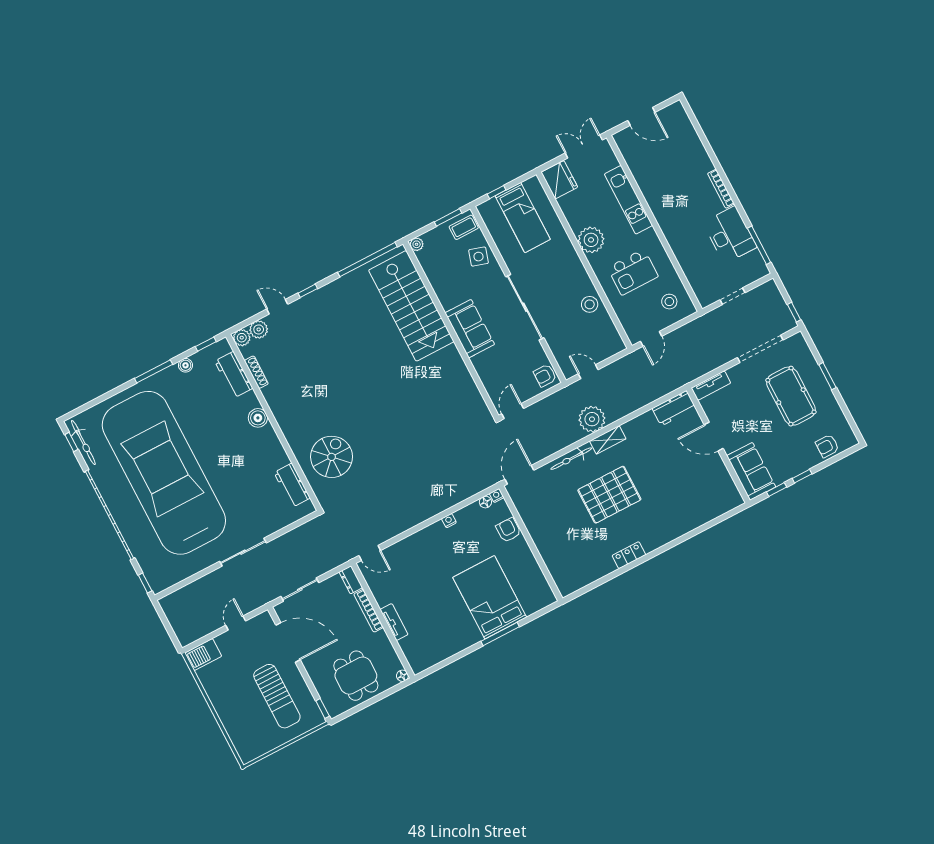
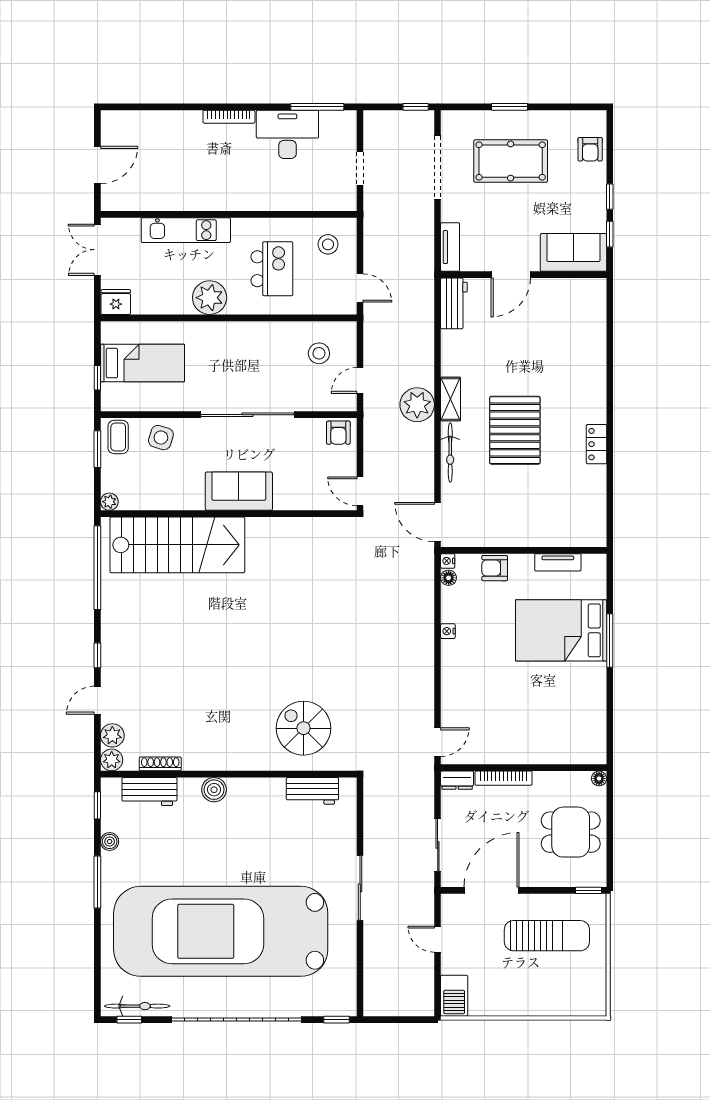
fridge: (559, 180) -> (116, 302), width x0.73, depth x0.75
stool: (590, 304) -> (319, 353), moved
tv unit: (394, 622) -> (558, 562), moved, turned 180

